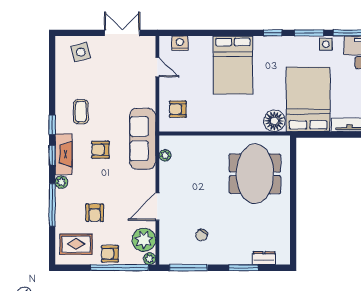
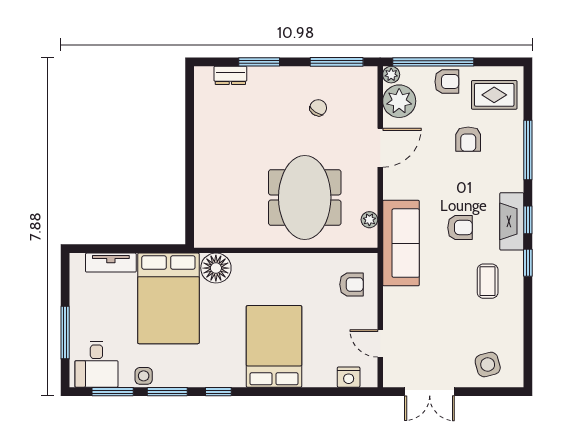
meeting table: (255, 174) -> (305, 198), moved
plant: (61, 182) -> (515, 182), removed
armchair: (95, 213) -> (468, 139), turned 180

